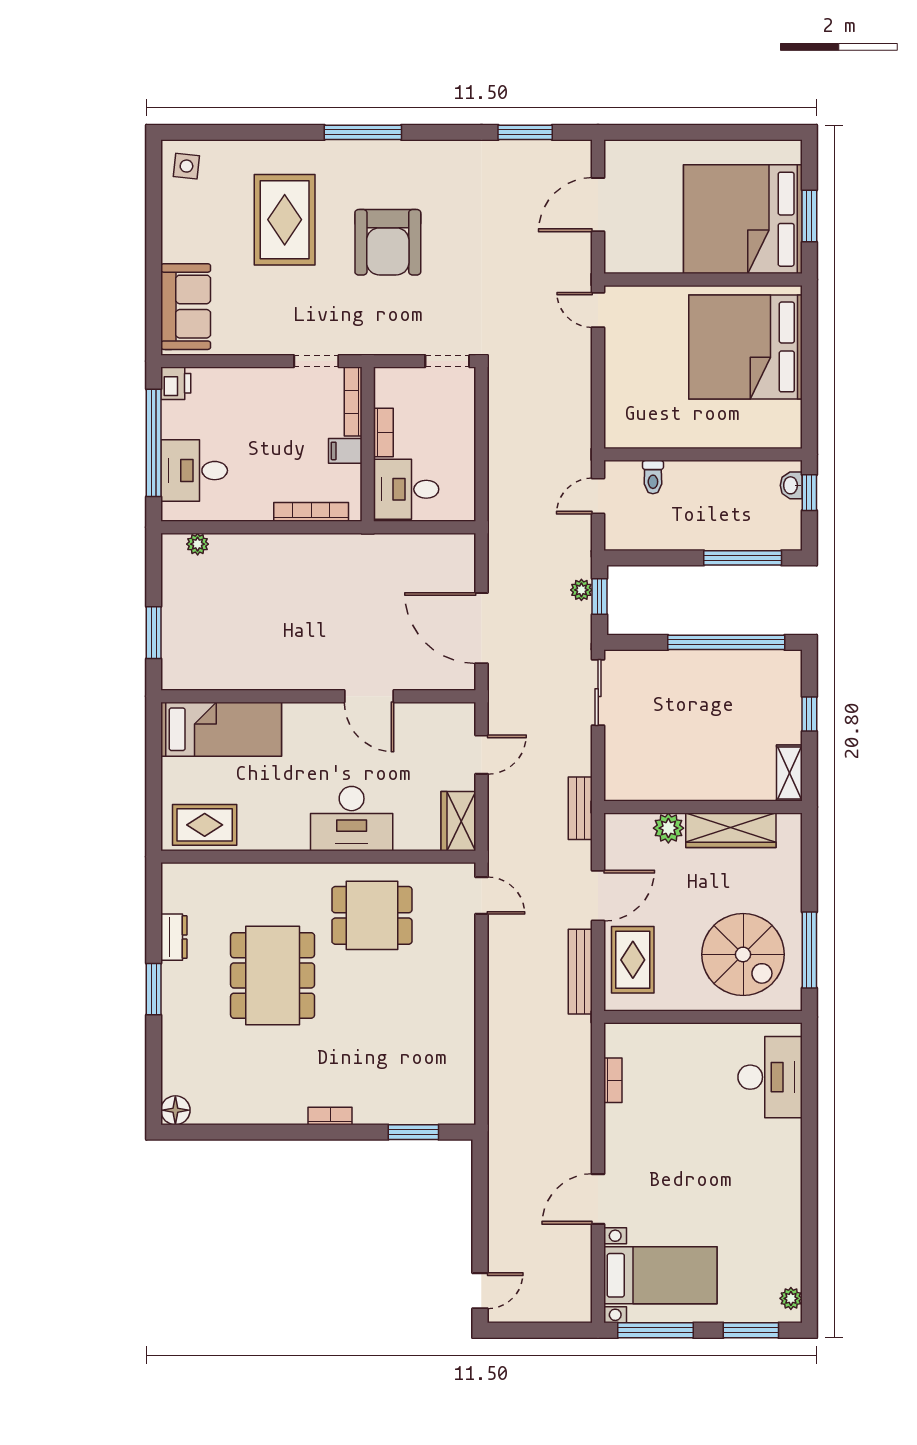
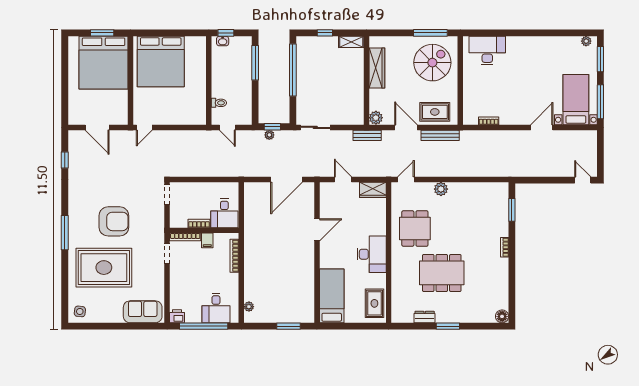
window: (525, 132) -> (65, 160), width x0.67
rug: (285, 220) -> (104, 268), width x1.37, depth x1.44
desk: (352, 819) -> (372, 254), moved
plant: (668, 828) -> (376, 118), moved
plant: (460, 974) -> (441, 189), added
door: (598, 1199) -> (542, 127), swing flipped

